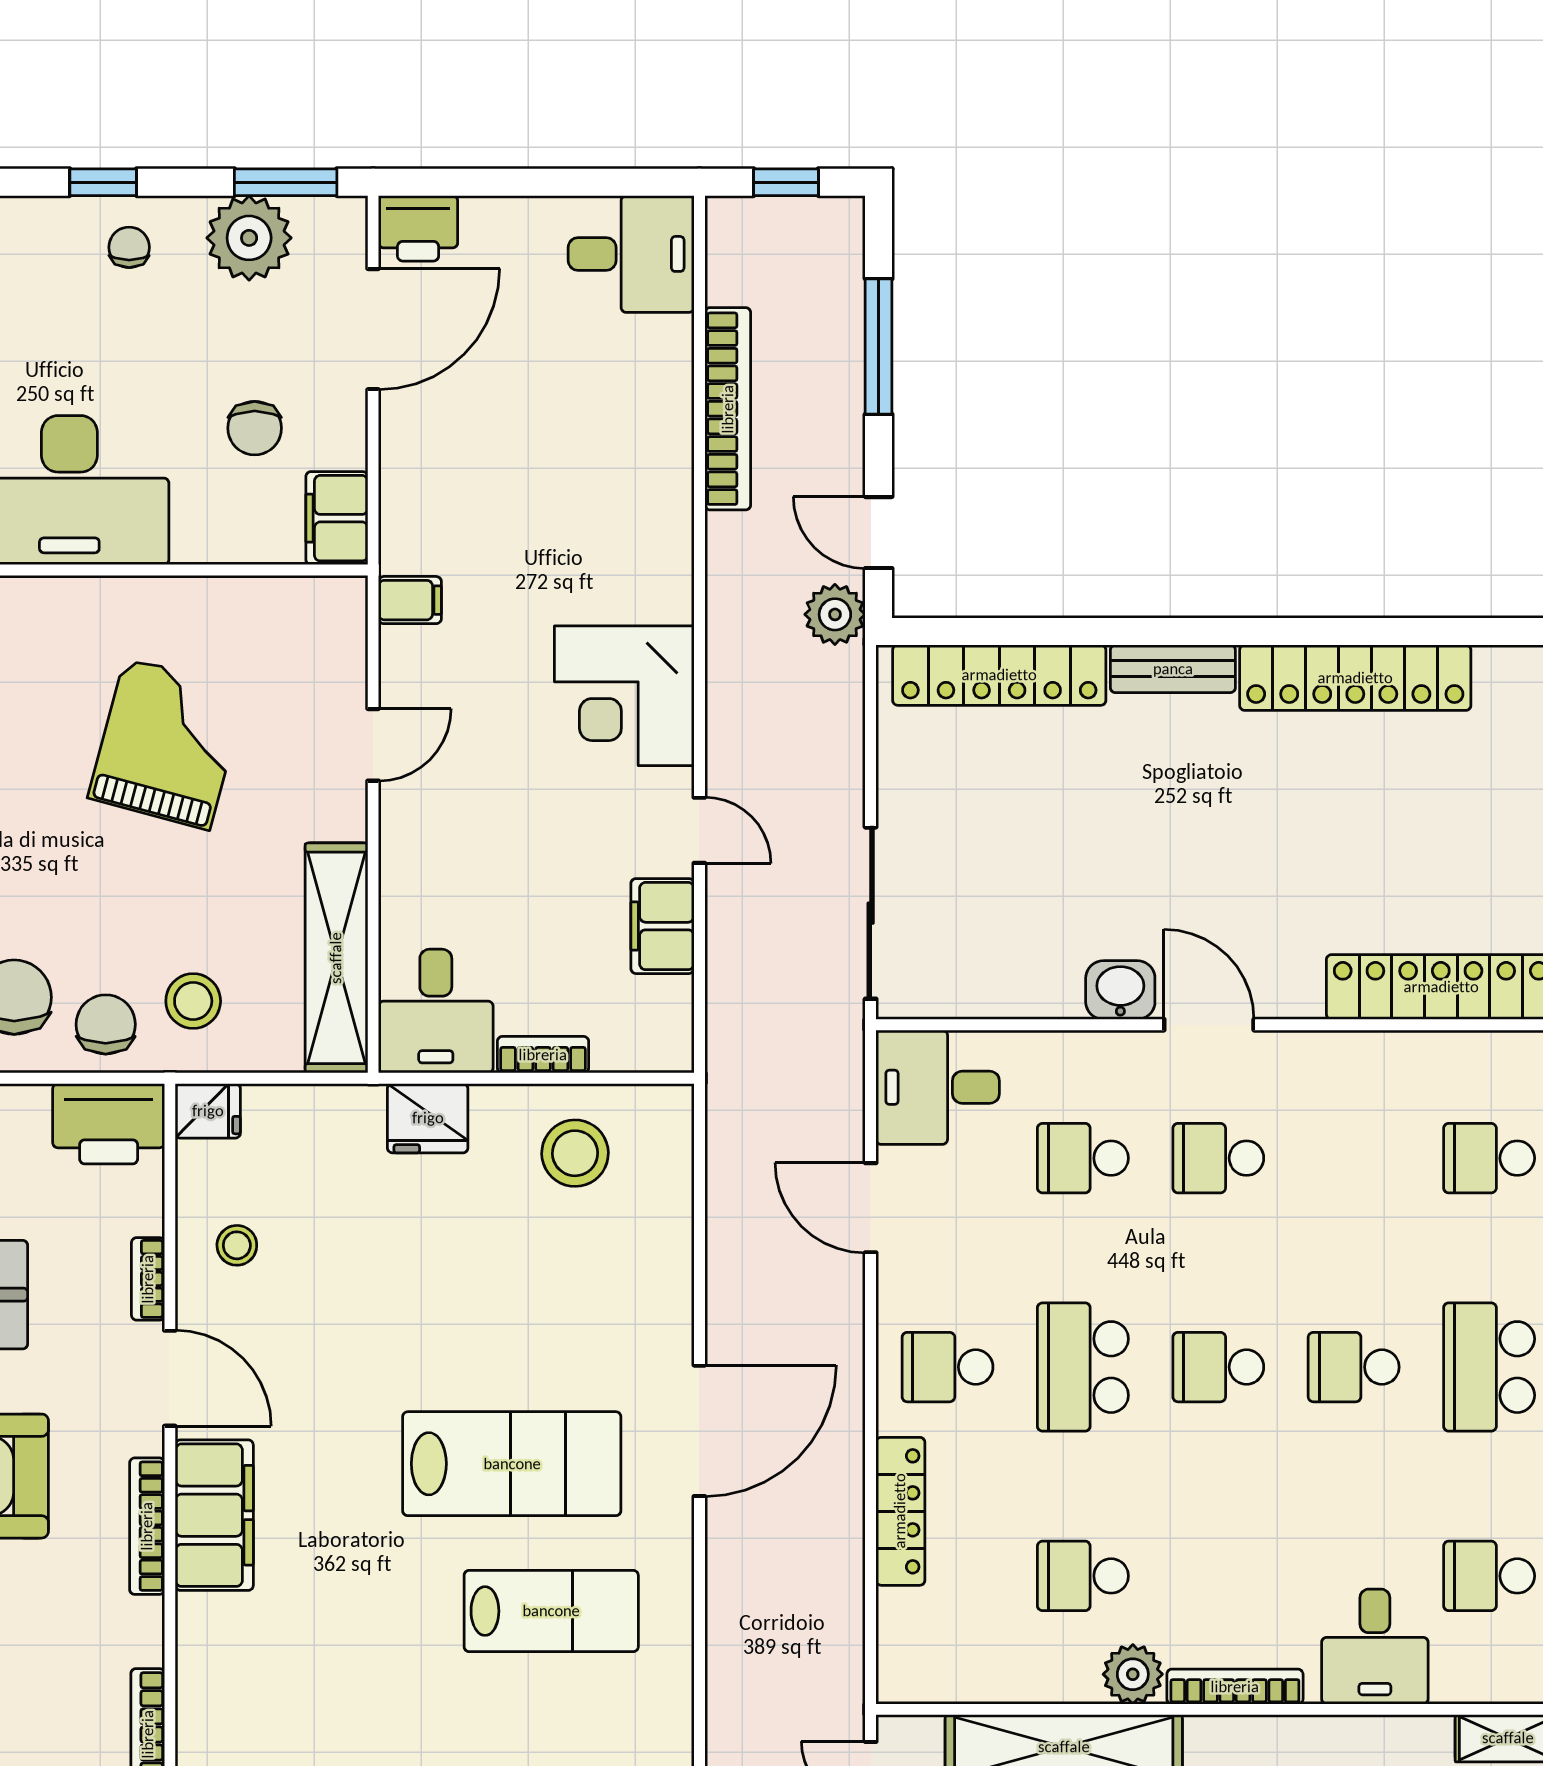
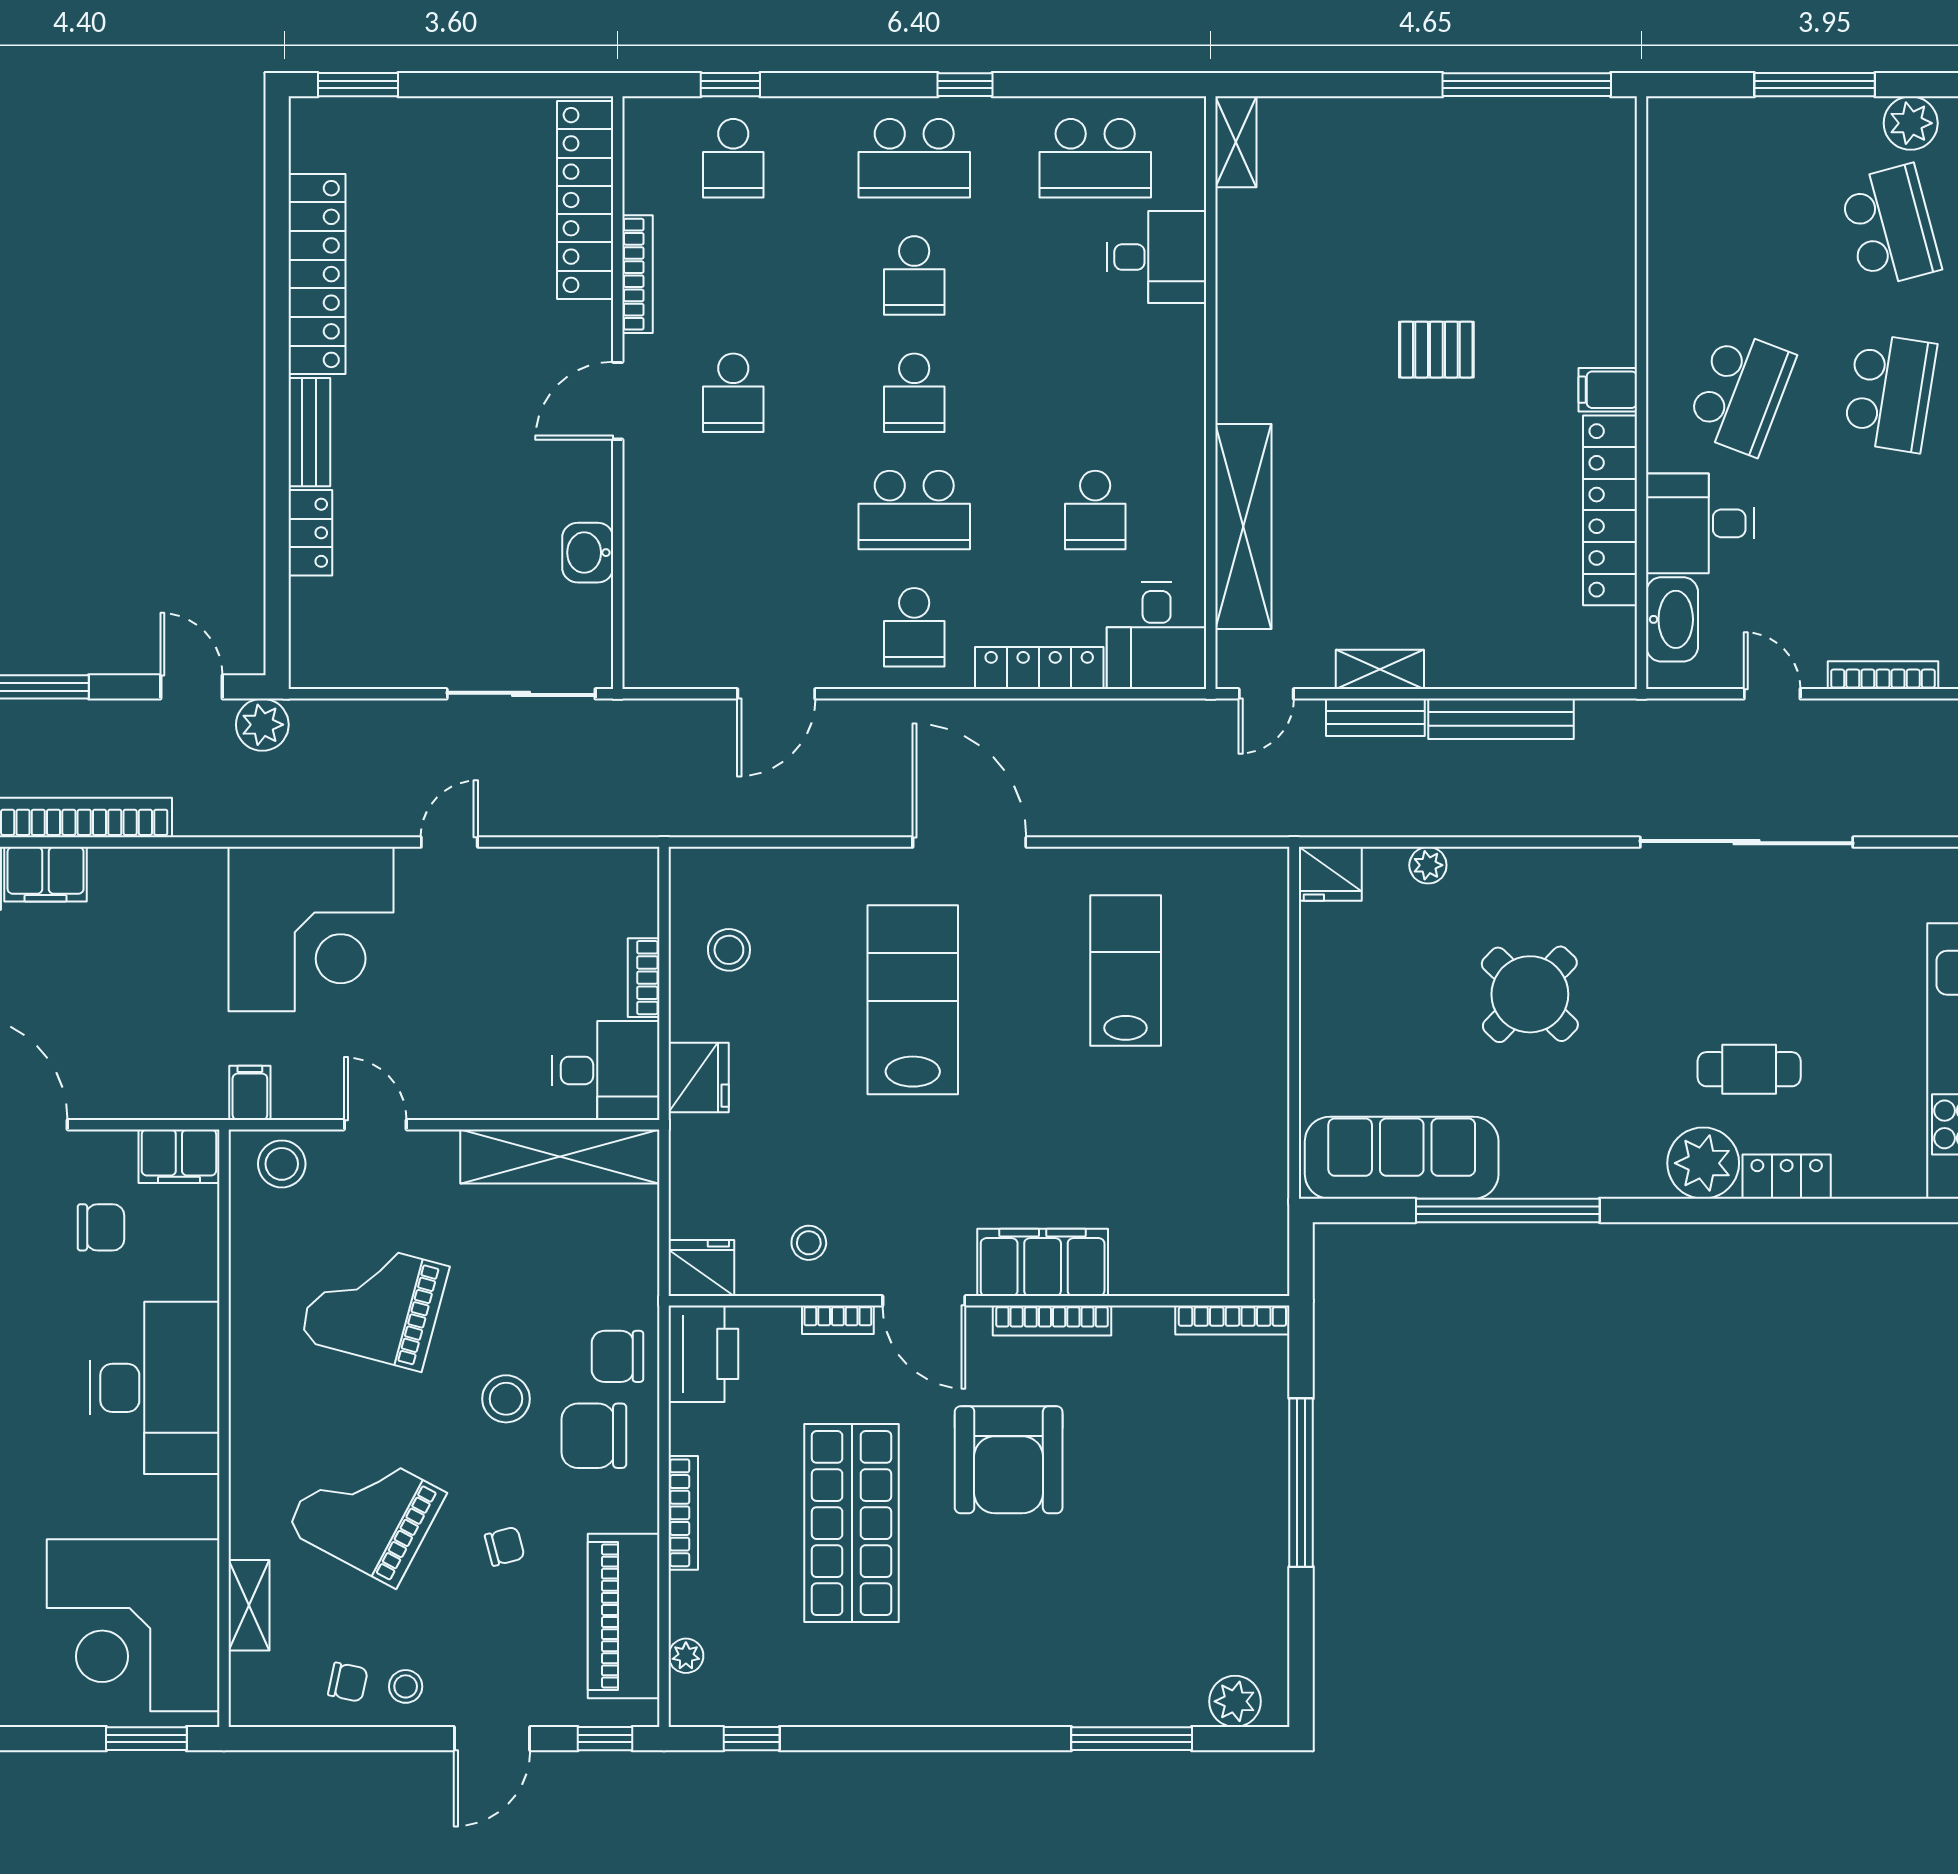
door: (879, 533) -> (191, 687), swing flipped
stool: (328, 637) -> (282, 1164), added
locker: (999, 675) -> (310, 533), width x0.46, depth x0.83
corner desk: (624, 696) -> (311, 929), width x1.36, depth x1.36
filing cabinet: (662, 926) -> (46, 874), moved
washbasin: (1120, 990) -> (588, 553), moved
stool: (193, 1001) -> (506, 1399), moved
desk: (938, 1087) -> (1157, 636), moved
fridge: (208, 1111) -> (701, 1268), width x1.38
stool: (575, 1153) -> (729, 950), width x0.73, depth x0.73
school desk: (1083, 1158) -> (733, 510), removed
door: (170, 1378) -> (924, 1301), swing flipped
lab bench: (512, 1464) -> (913, 1000), moved
school desk: (1489, 1576) -> (1095, 158), width x1.85
plant: (1133, 1674) -> (1180, 467), removed
bookcase: (1235, 1687) -> (637, 274), moved, turned 180

